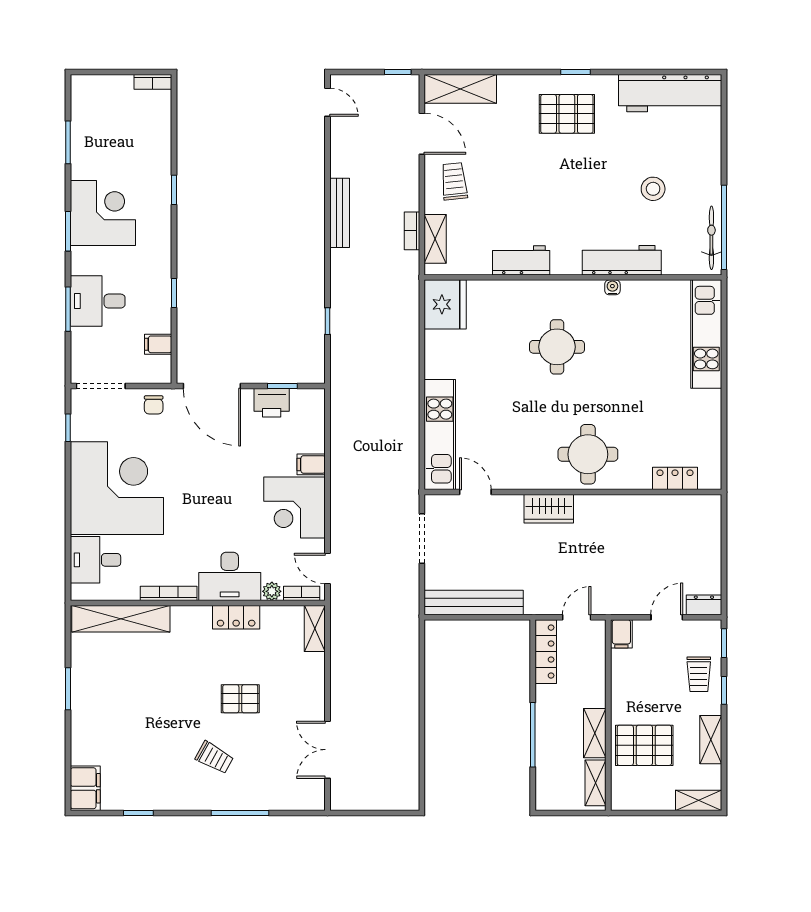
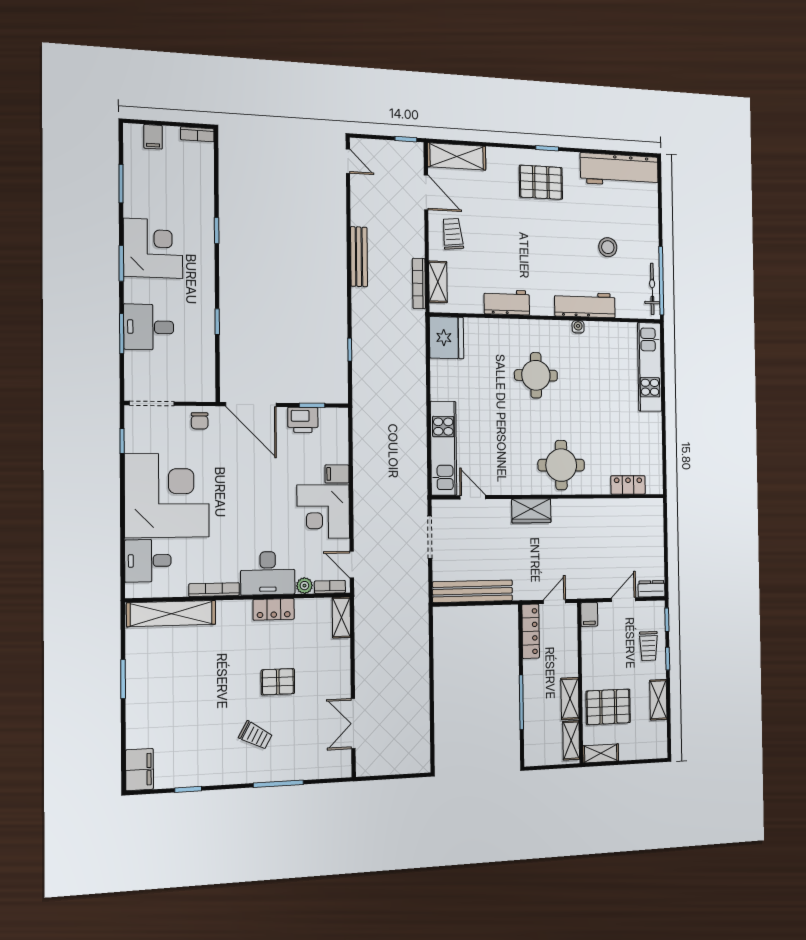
bookcase: (412, 231) -> (419, 283), width x1.56
filing cabinet: (158, 344) -> (153, 137), moved, turned -90
shelving: (699, 800) -> (601, 753), moved

